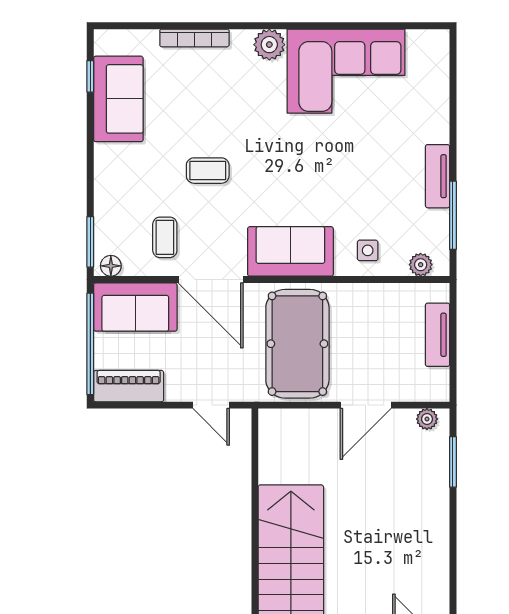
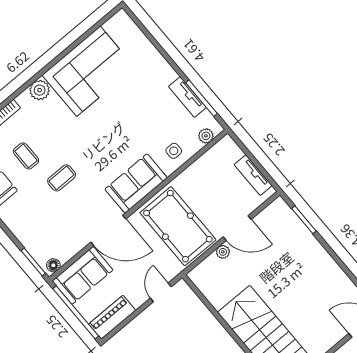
tv unit: (438, 176) -> (187, 97), moved
coffee table: (165, 237) -> (26, 156), moved
tv unit: (438, 335) -> (253, 175), moved
door: (211, 405) -> (161, 292), swing flipped
door: (366, 405) -> (237, 228), hinge flipped
plant: (427, 419) -> (223, 252), moved

